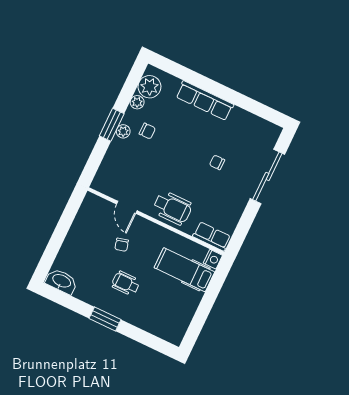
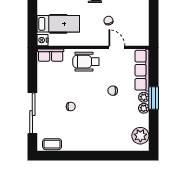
row of seats: (205, 101) -> (142, 70), moved, turned -90
plant: (137, 102) -> (144, 108), moved
coffee table: (261, 128) -> (52, 144), added
chair: (147, 131) -> (113, 91), moved

